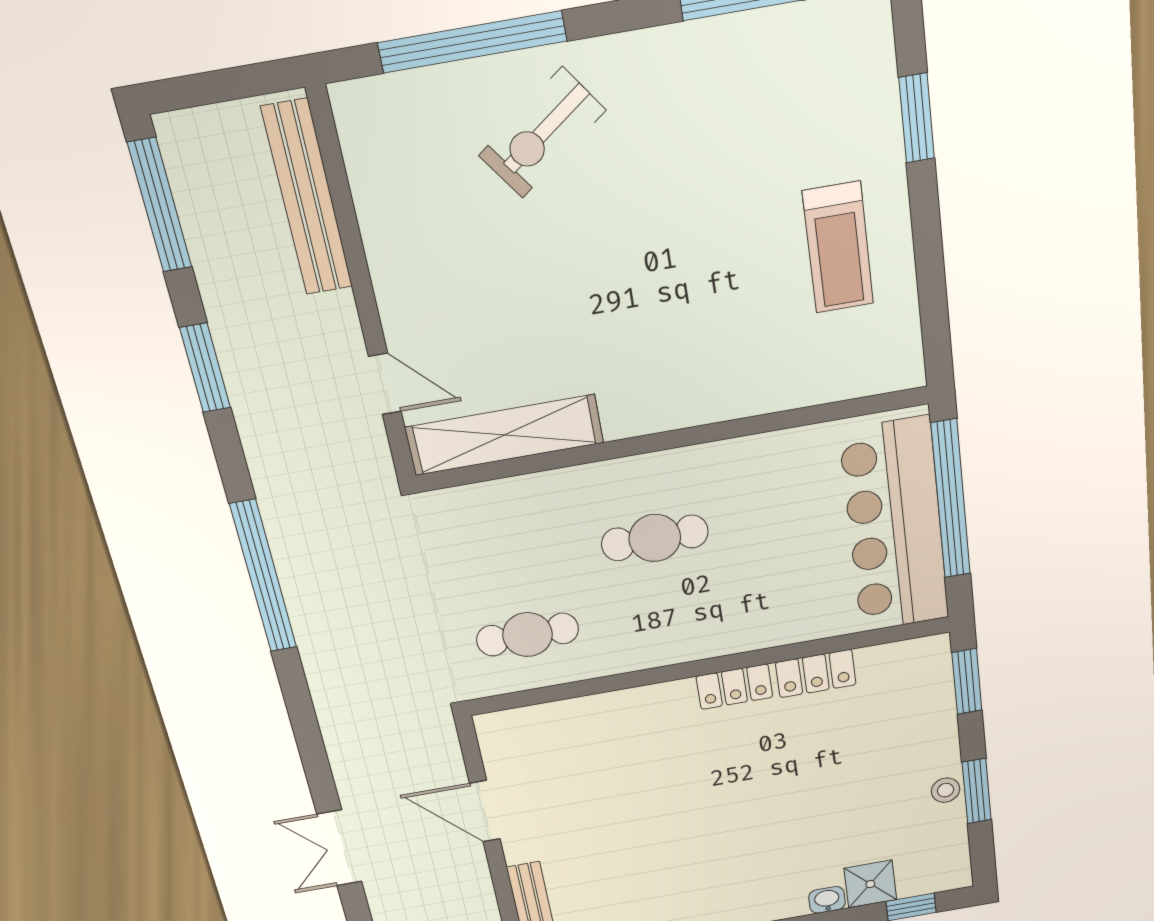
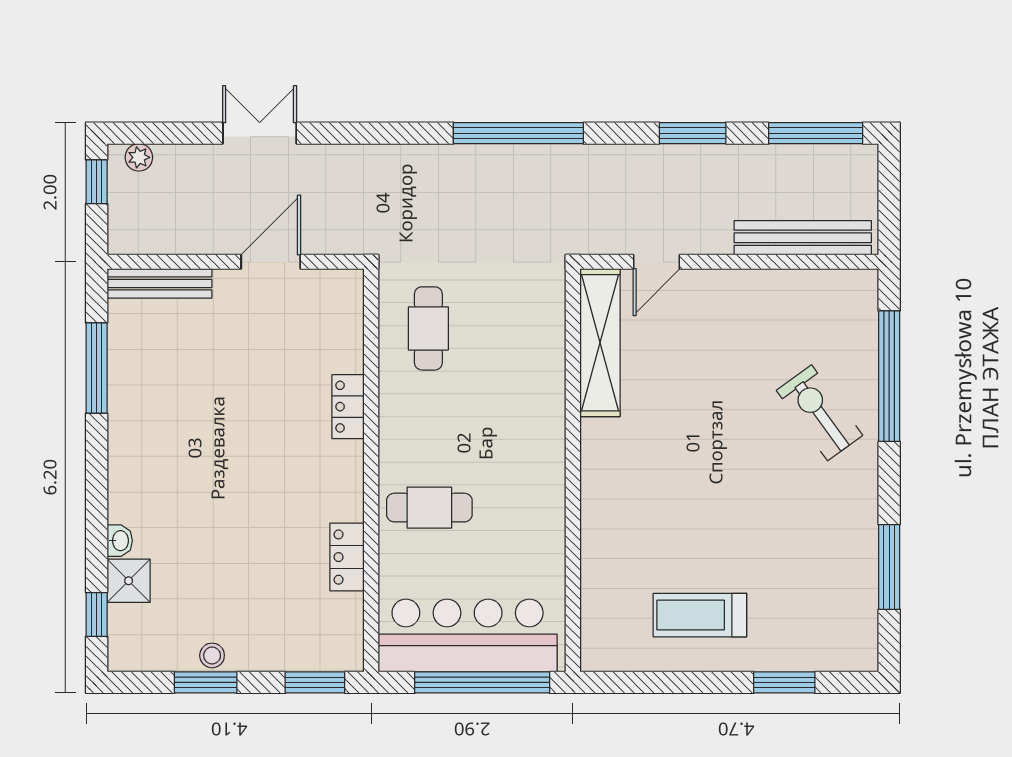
cafe table: (655, 538) -> (429, 508), moved, turned 90
locker: (734, 687) -> (348, 407), moved

